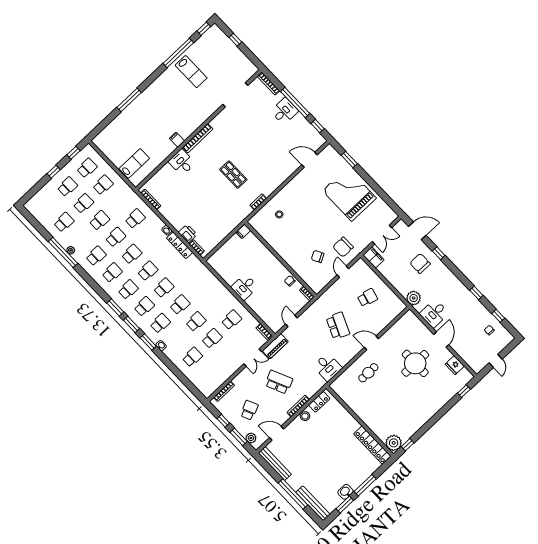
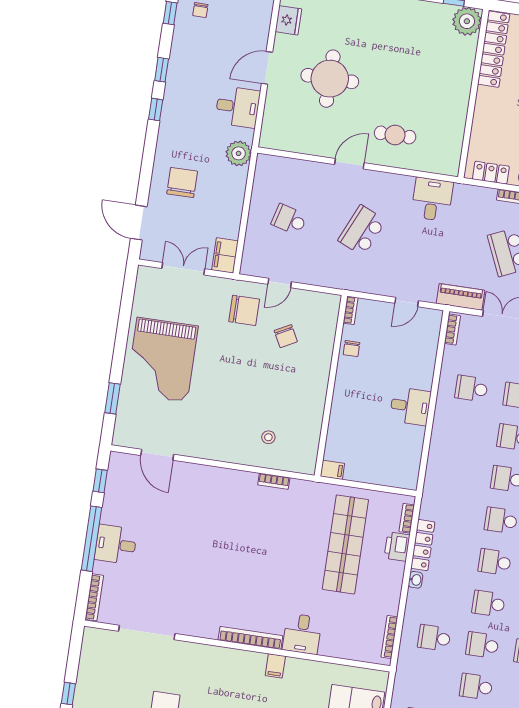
shop shelf: (233, 175) -> (345, 544), moved, width x2.00, depth x1.36
window: (439, 253) -> (156, 110), moved
chair: (420, 263) -> (182, 182), turned 180
door: (371, 343) -> (349, 164), swing flipped

